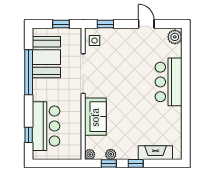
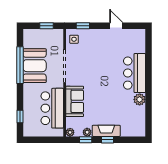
plant: (175, 37) -> (140, 99), moved
booth: (46, 57) -> (35, 66), moved
bar counter: (46, 126) -> (52, 108), moved, turned 180
fireplace: (155, 153) -> (106, 131), moved

